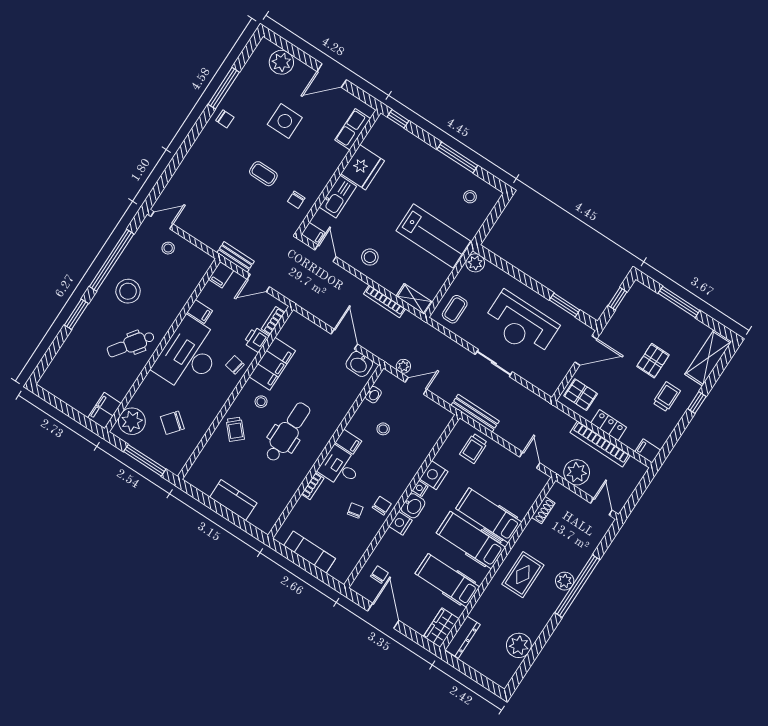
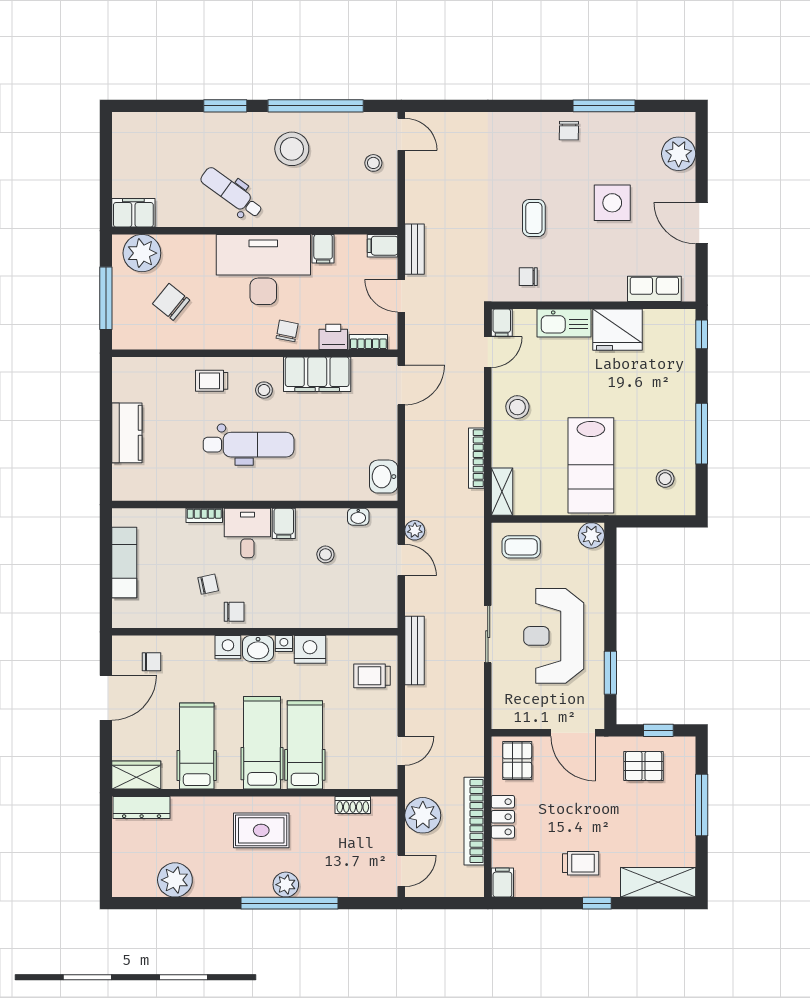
door: (344, 339) -> (401, 385), moved
pallet: (653, 361) -> (644, 766), moved
trolley: (235, 429) -> (212, 381), turned 42

